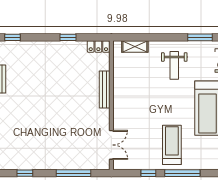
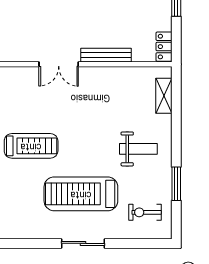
weight bench: (174, 65) -> (138, 149), turned 180
double door: (111, 145) -> (59, 64), moved

